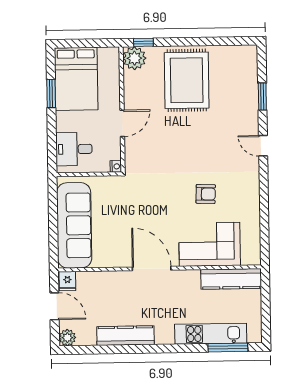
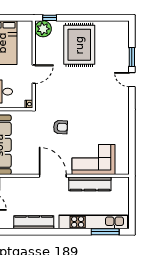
door: (263, 146) -> (132, 80), moved
armchair: (206, 194) -> (60, 127), moved
kitchen counter: (231, 279) -> (90, 184), moved
kitchen unit: (211, 334) -> (93, 222), width x1.36

